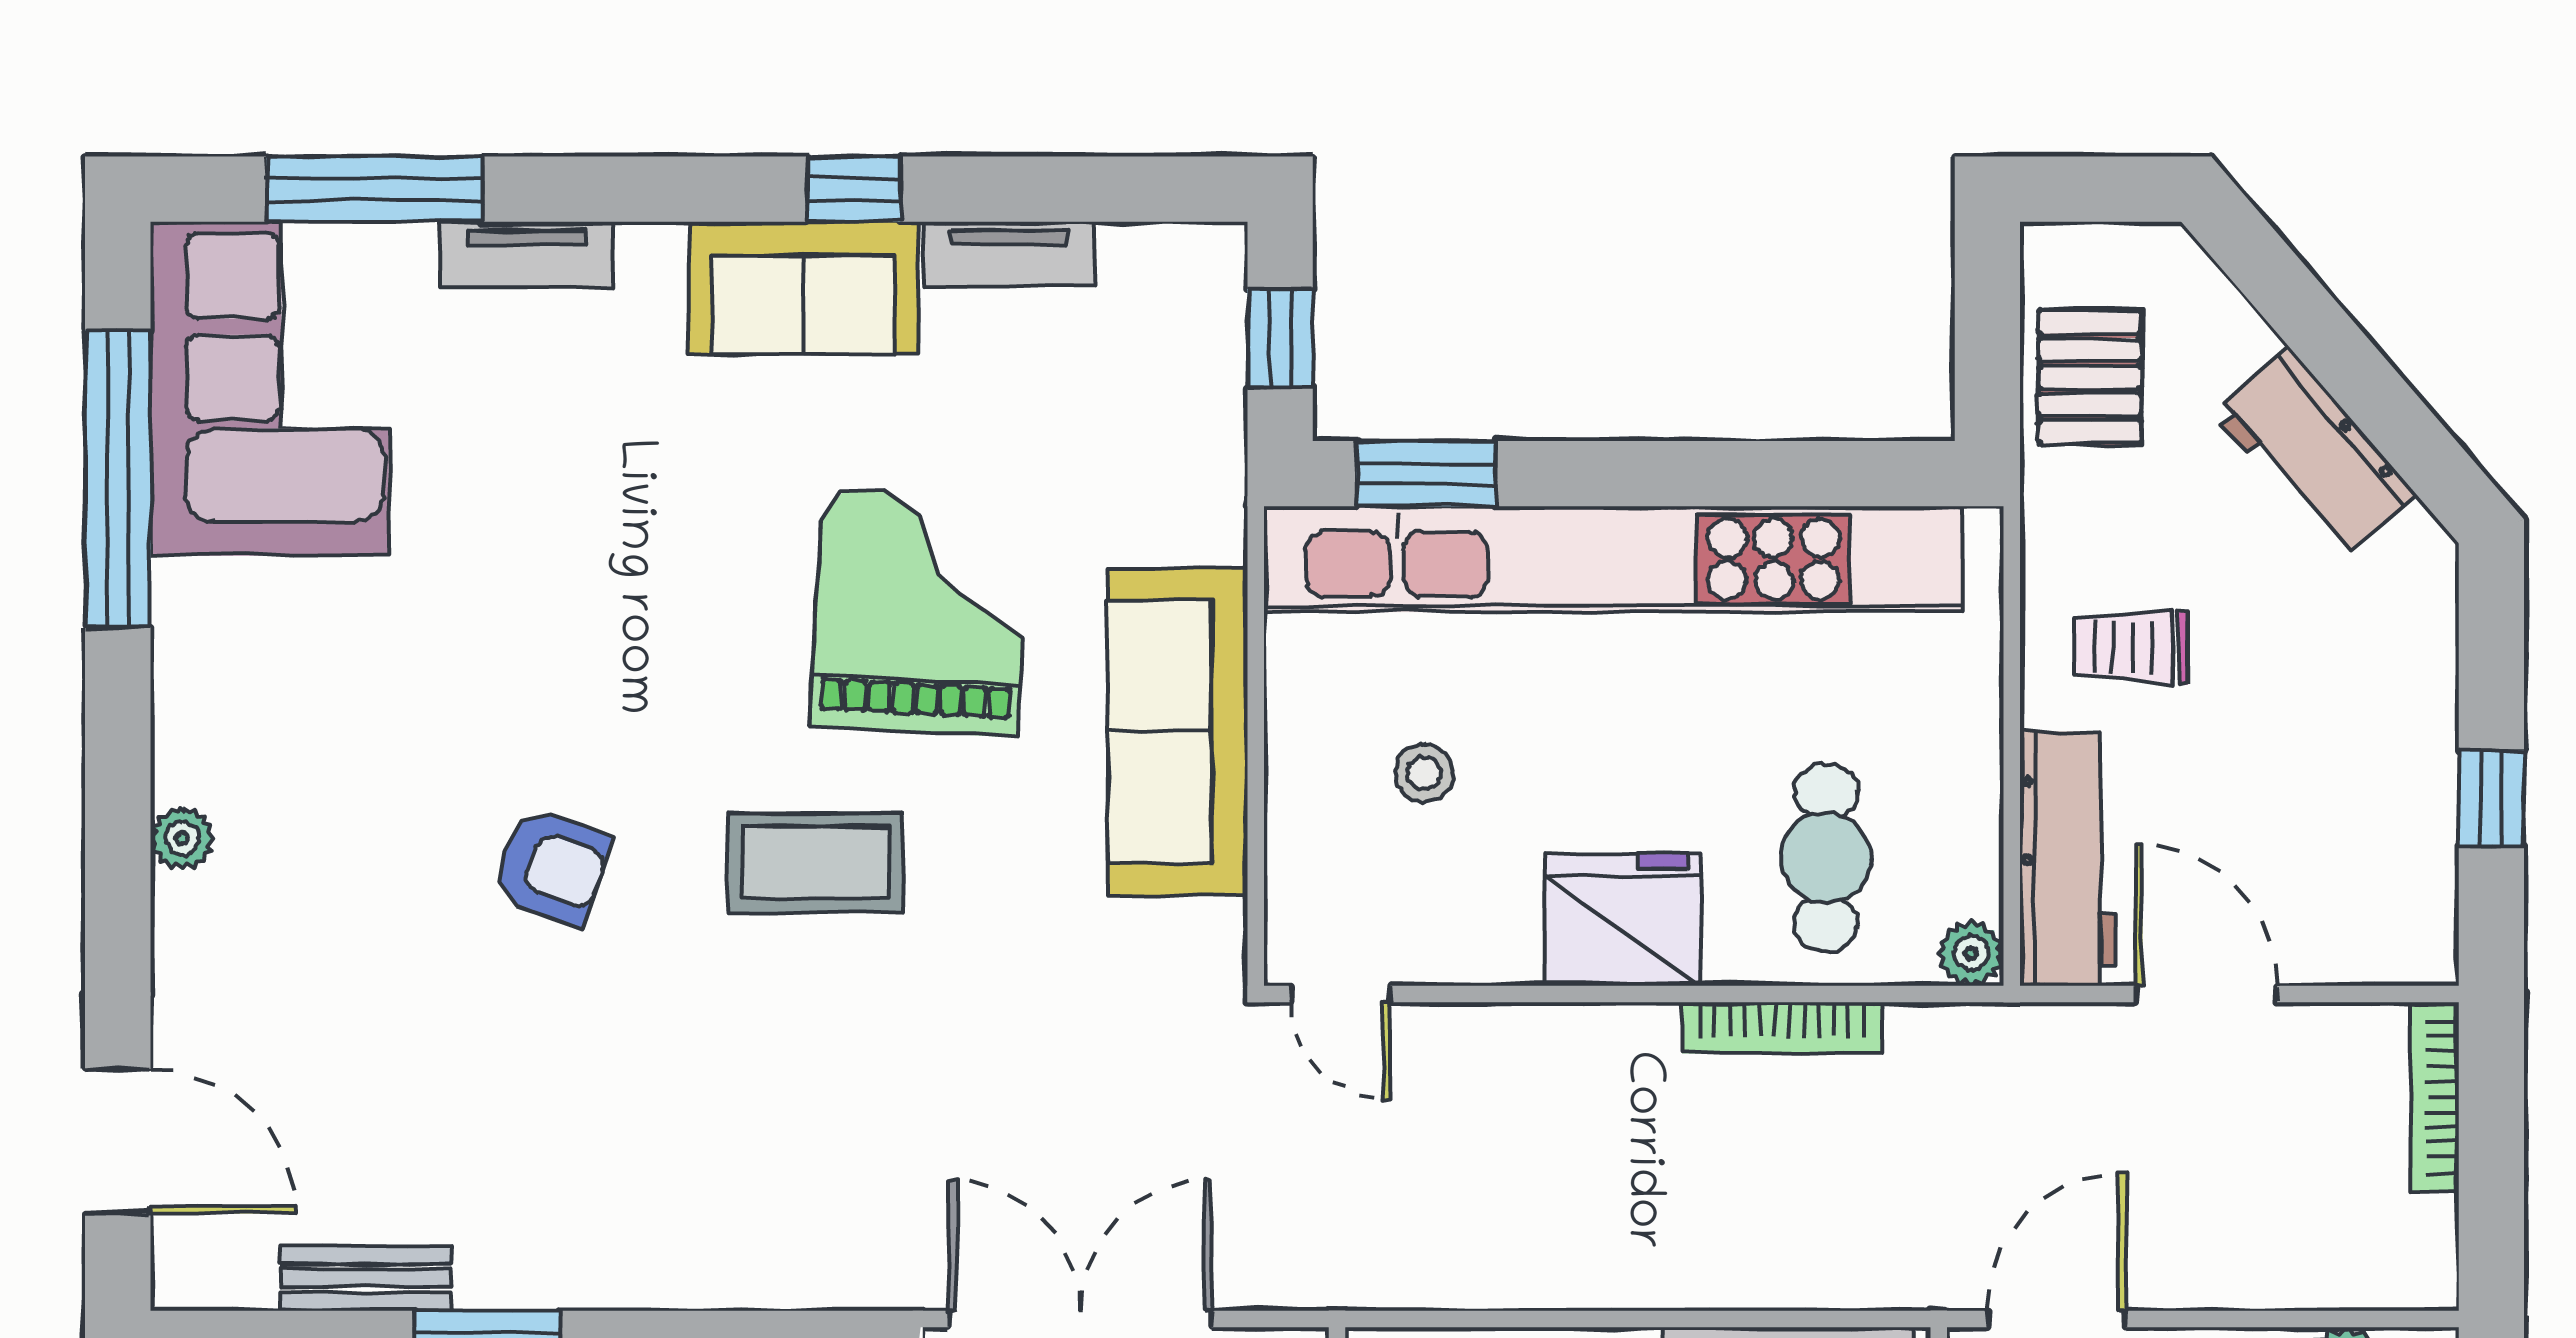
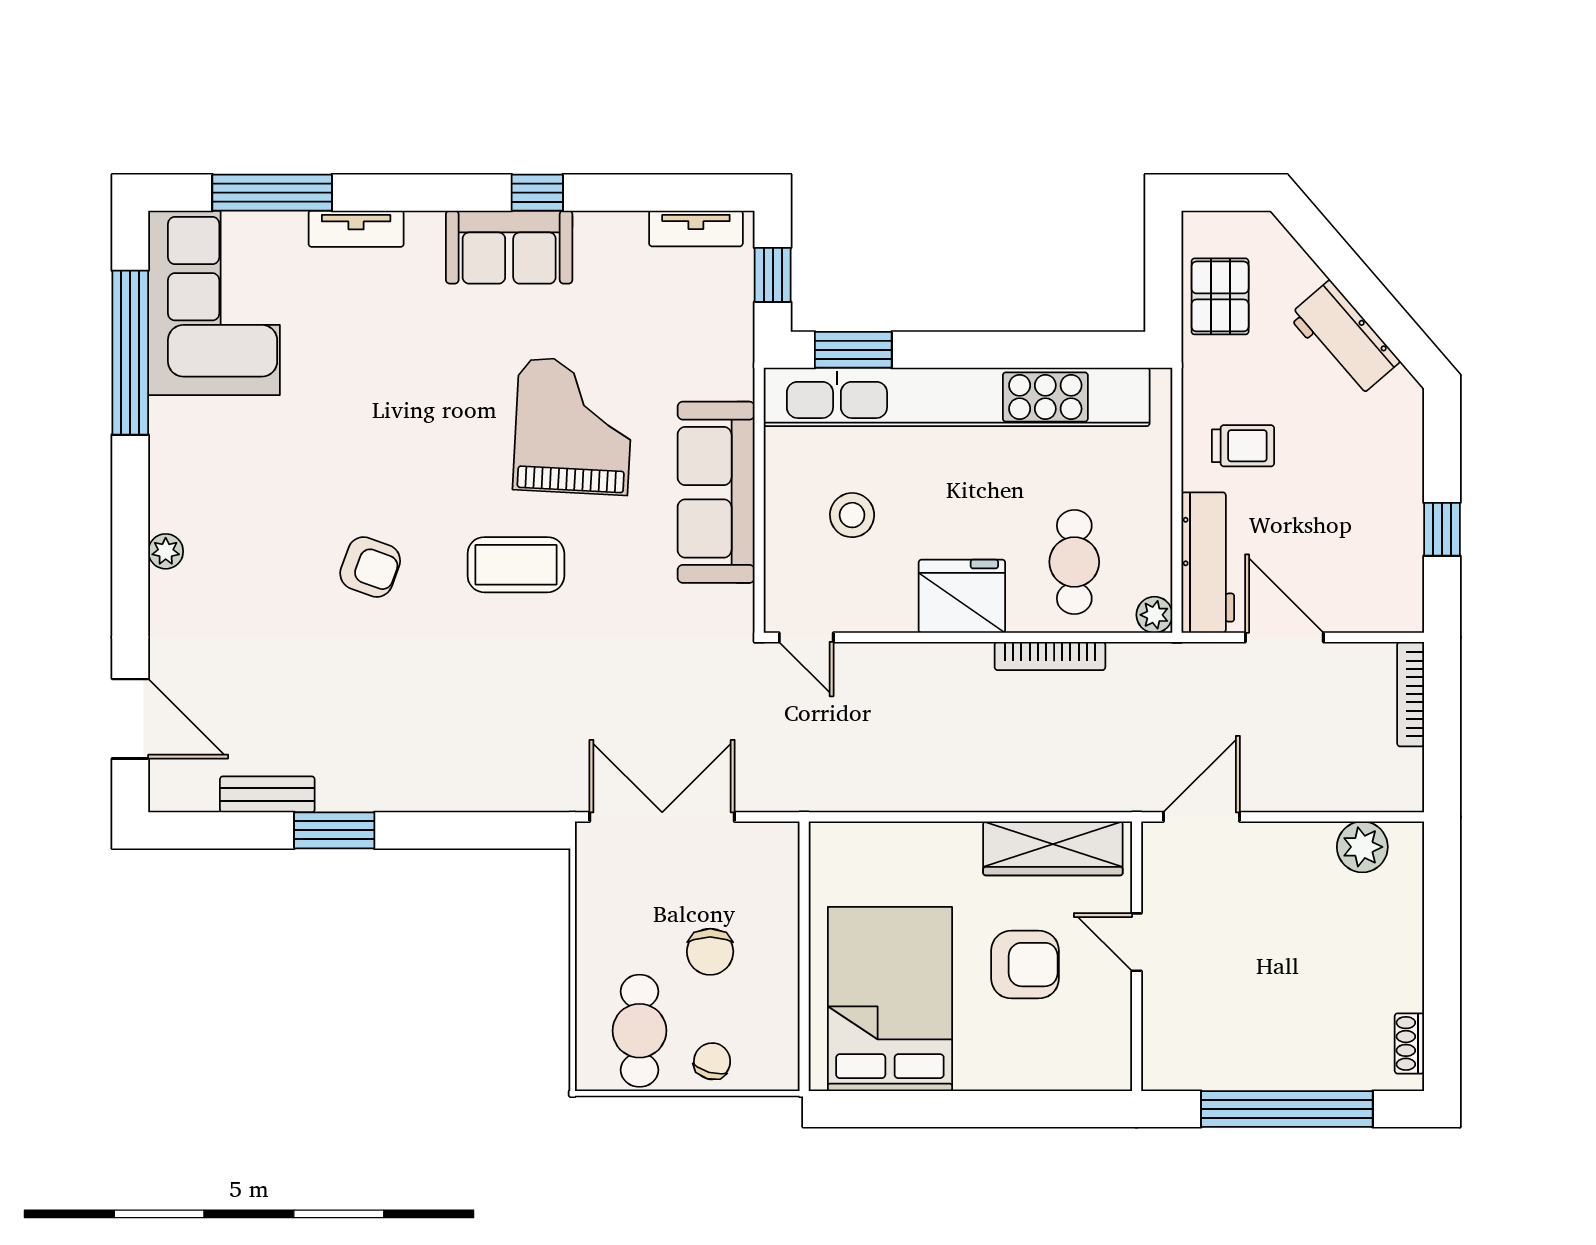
tv unit: (1009, 254) -> (696, 228), moved
trolley: (2131, 647) -> (1243, 446), turned 180
stool: (1424, 773) -> (852, 515), width x1.37, depth x1.37

